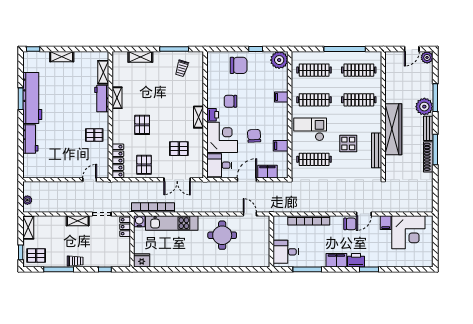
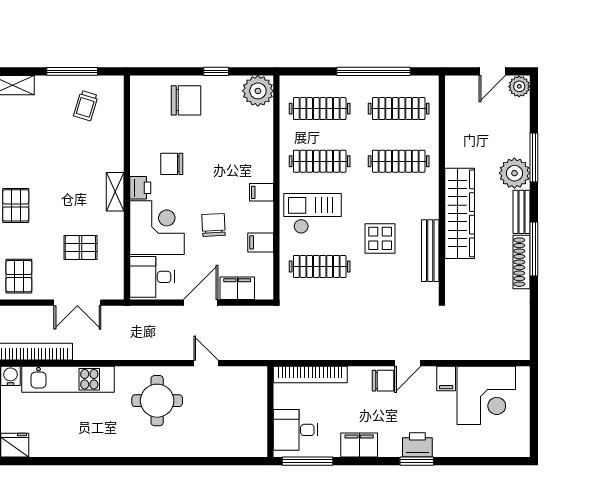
filing cabinet: (281, 97) -> (262, 192), moved
wall: (271, 241) -> (270, 412), moved
desk: (286, 252) -> (295, 430), moved
printer: (356, 260) -> (417, 445), moved

